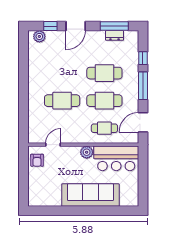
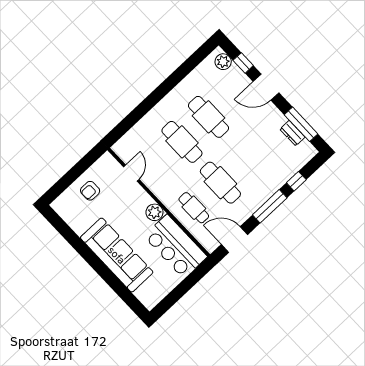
cafe table: (104, 73) -> (209, 117), moved
door: (53, 145) -> (131, 173), hinge flipped
armchair: (37, 160) -> (90, 191), moved

